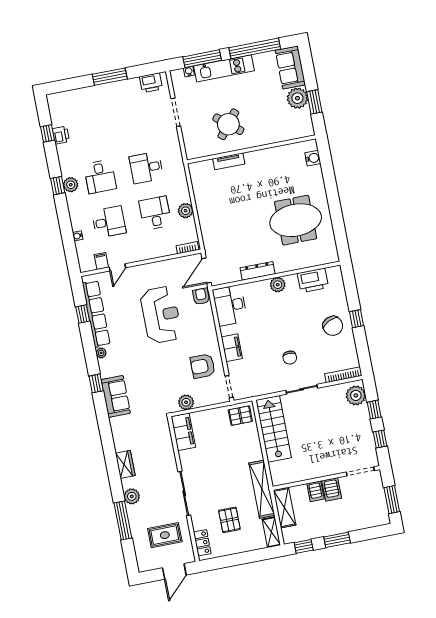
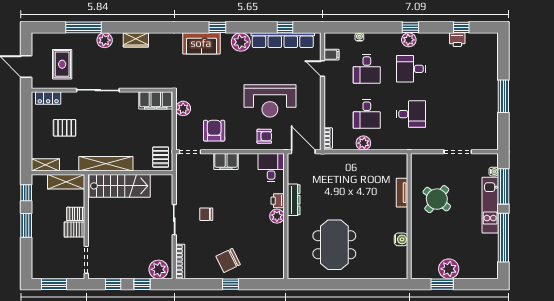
sofa: (290, 67) -> (479, 268), removed
printer: (151, 83) -> (490, 134), removed
water cooler: (313, 158) -> (401, 239), moved, turned -90
desk: (146, 168) -> (411, 114), turned 90
desk: (155, 213) -> (367, 114), turned 90
printer: (313, 280) -> (278, 201), moved, width x0.53, depth x0.68
armchair: (201, 296) -> (264, 136), moved
desk: (230, 305) -> (271, 167), width x0.73
plant: (101, 353) -> (241, 42), width x1.88, depth x1.88
stairs: (274, 429) -> (120, 186), moved
shelving: (262, 489) -> (106, 164), moved

